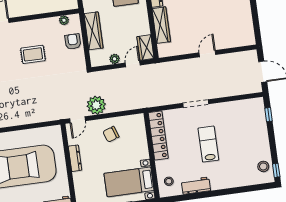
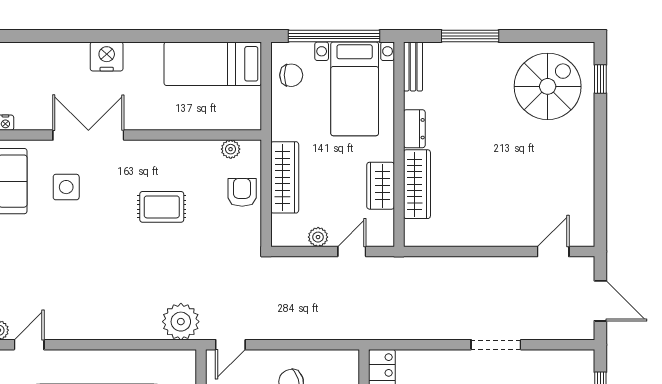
wardrobe: (145, 48) -> (381, 186), moved
door: (207, 54) -> (553, 251), moved
doorway: (196, 104) -> (496, 345), moved
plant: (96, 105) -> (181, 322), moved

